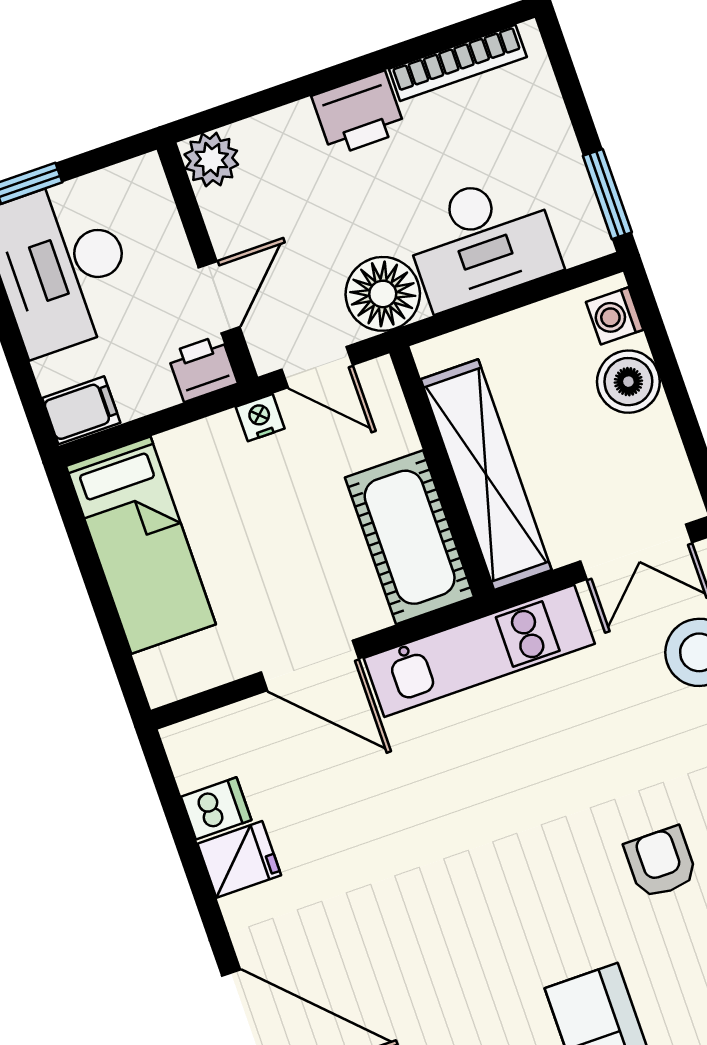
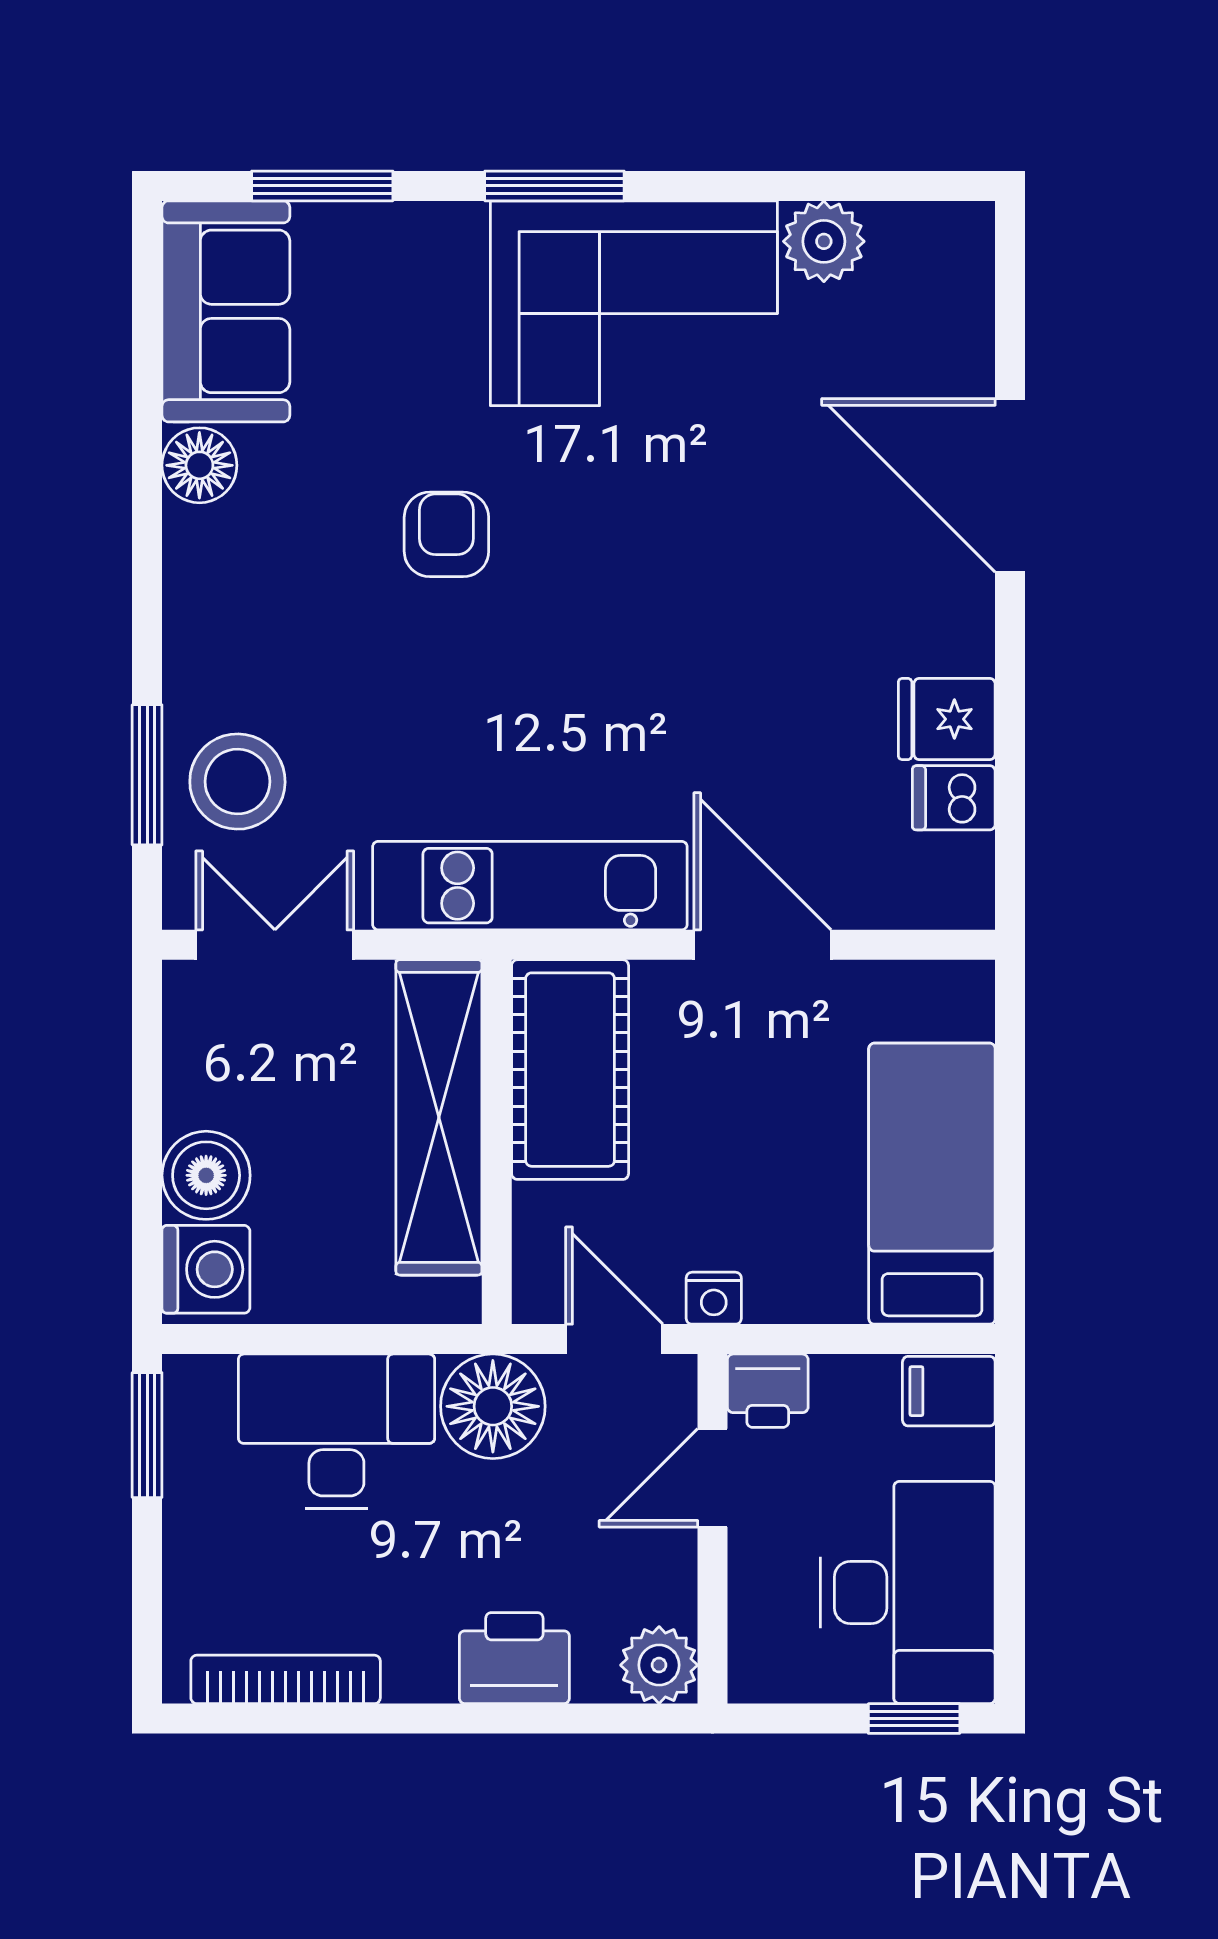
printer: (359, 113) -> (514, 1658), moved
washing machine: (615, 316) -> (206, 1269), width x1.38, depth x1.38
armchair: (661, 863) -> (446, 534), moved, turned 180

